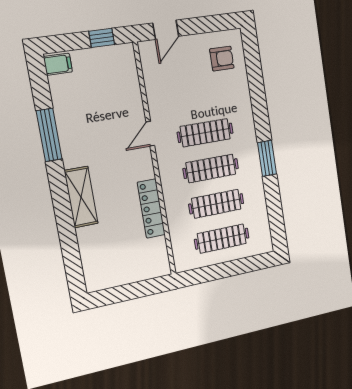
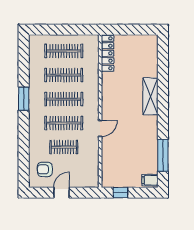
door: (166, 30) -> (62, 193), moved
clothes rail: (200, 97) -> (64, 147), added
window: (49, 135) -> (163, 155), moved
locker: (151, 209) -> (108, 53), moved

